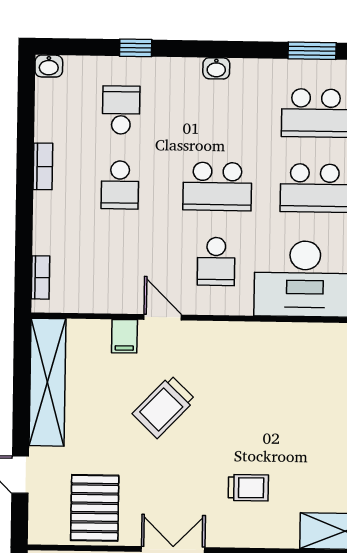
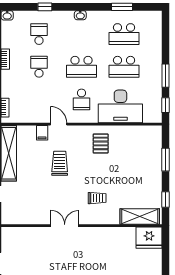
school desk: (120, 185) -> (39, 67), turned 180
trolley: (164, 407) -> (60, 163), turned 136
pallet: (95, 508) -> (101, 143), moved, width x0.67, depth x0.71

